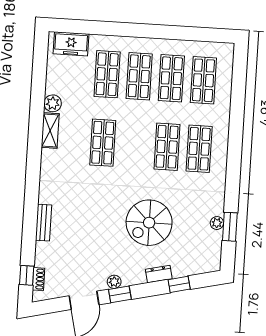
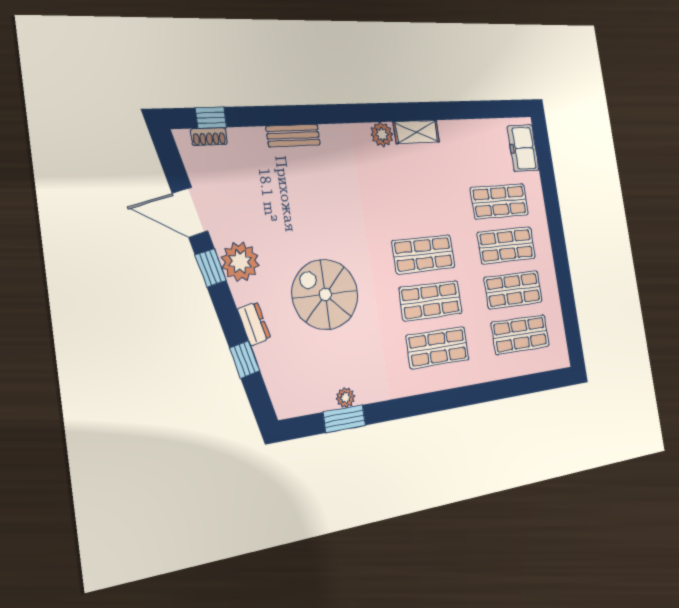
plant: (53, 103) -> (382, 134), moved
shop shelf: (103, 143) -> (424, 254), moved
plant: (114, 282) -> (240, 262), width x1.88, depth x1.88

